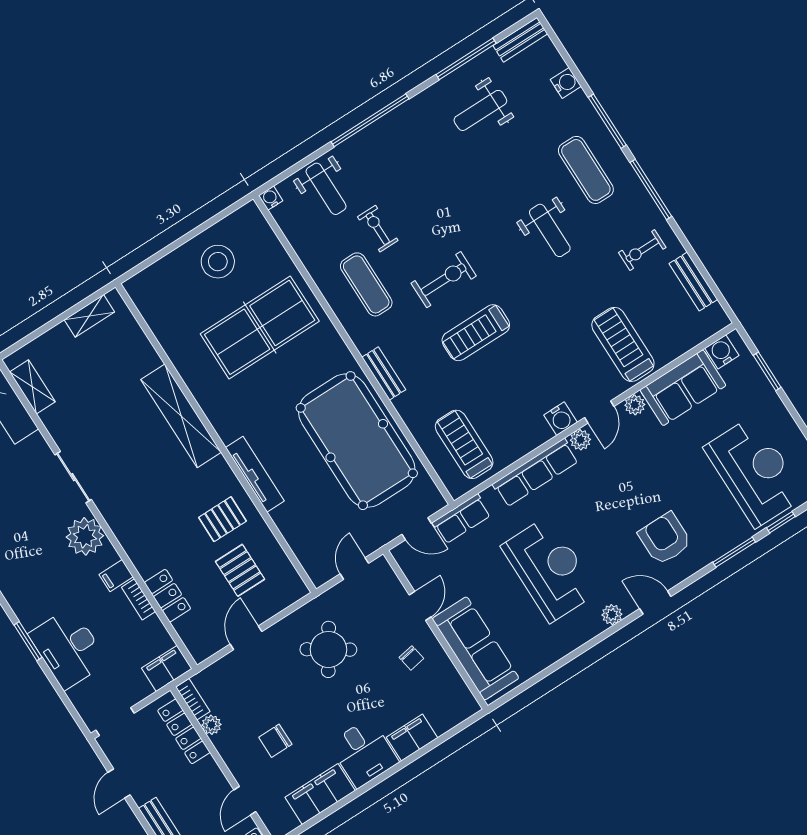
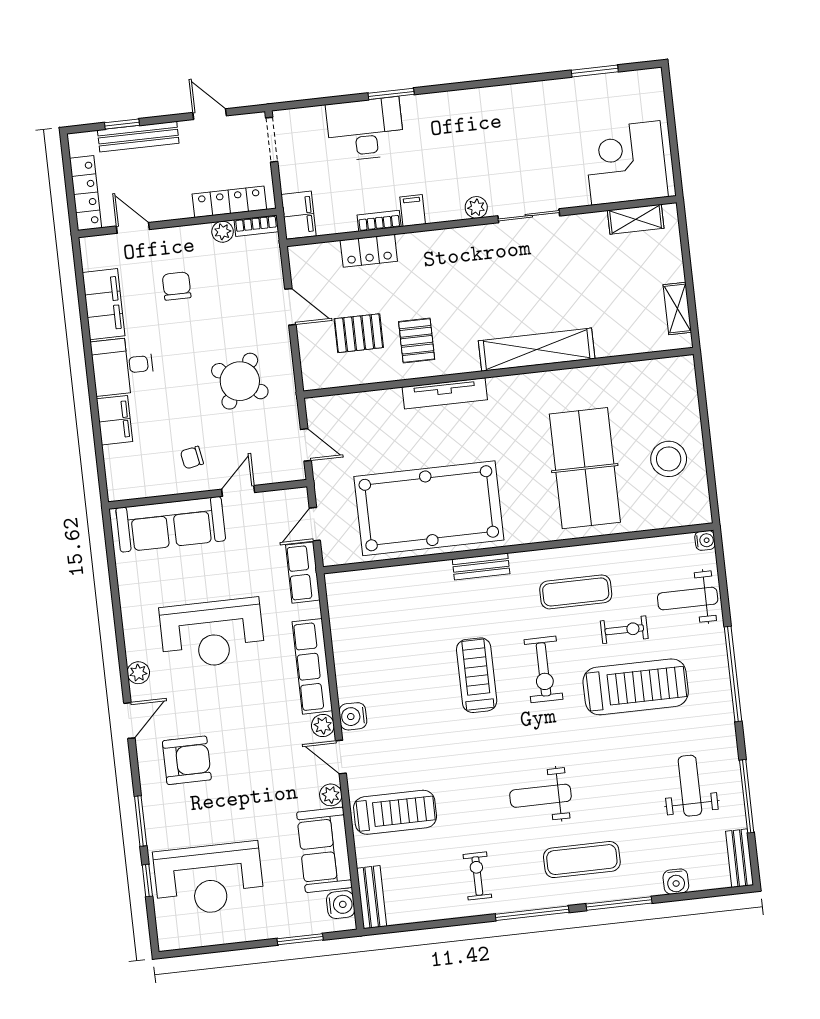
bench: (693, 281) -> (372, 897), moved, turned 90
treadmill: (464, 444) -> (636, 687), moved, width x1.37, depth x1.38
plant: (85, 536) -> (476, 207), width x0.53, depth x0.53
door: (420, 606) -> (238, 491), swing flipped

